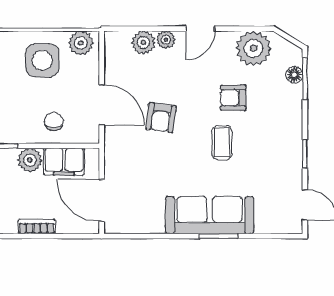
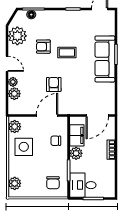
armchair: (233, 98) -> (43, 47), turned 90
armchair: (161, 117) -> (54, 84), turned -98

